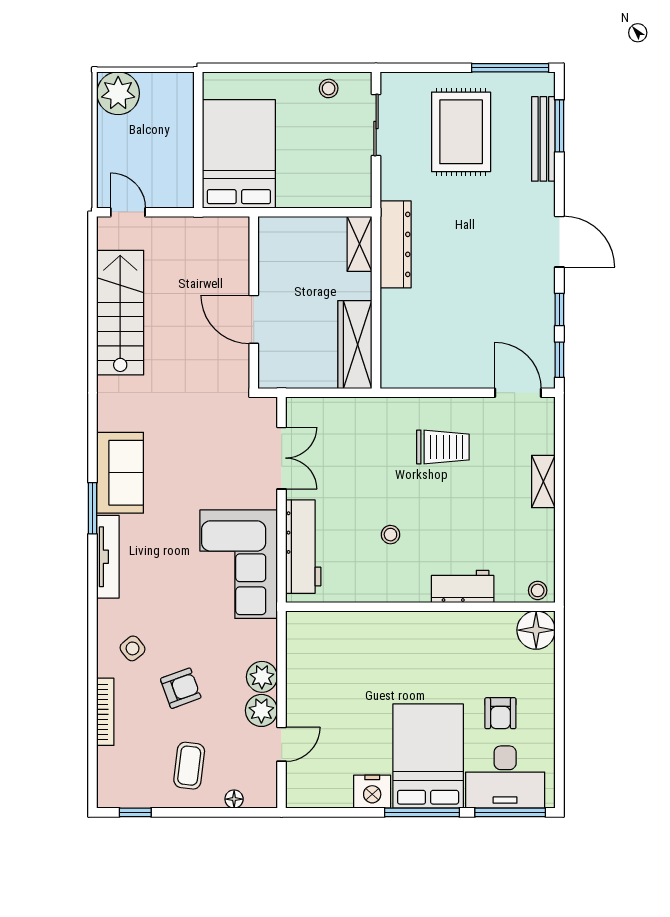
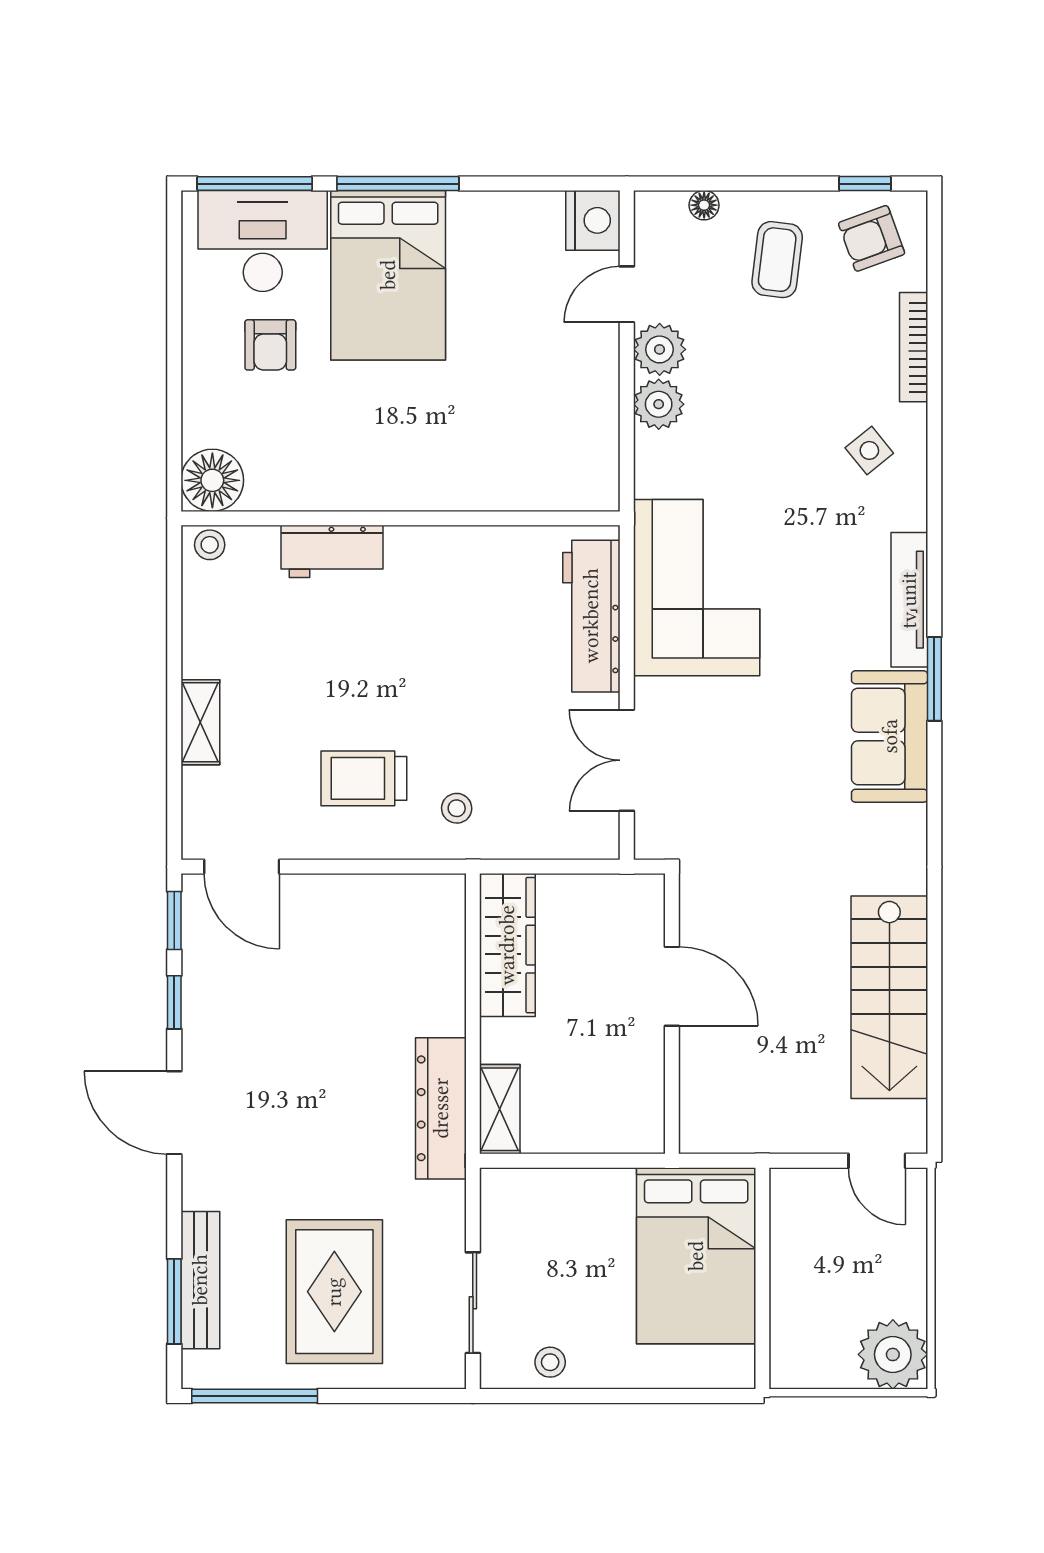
stool: (390, 535) -> (457, 808), moved
armchair: (181, 688) -> (872, 238), moved
armchair: (500, 713) -> (270, 345), turned 180
nightstand: (372, 792) -> (593, 220), moved, turned 90

